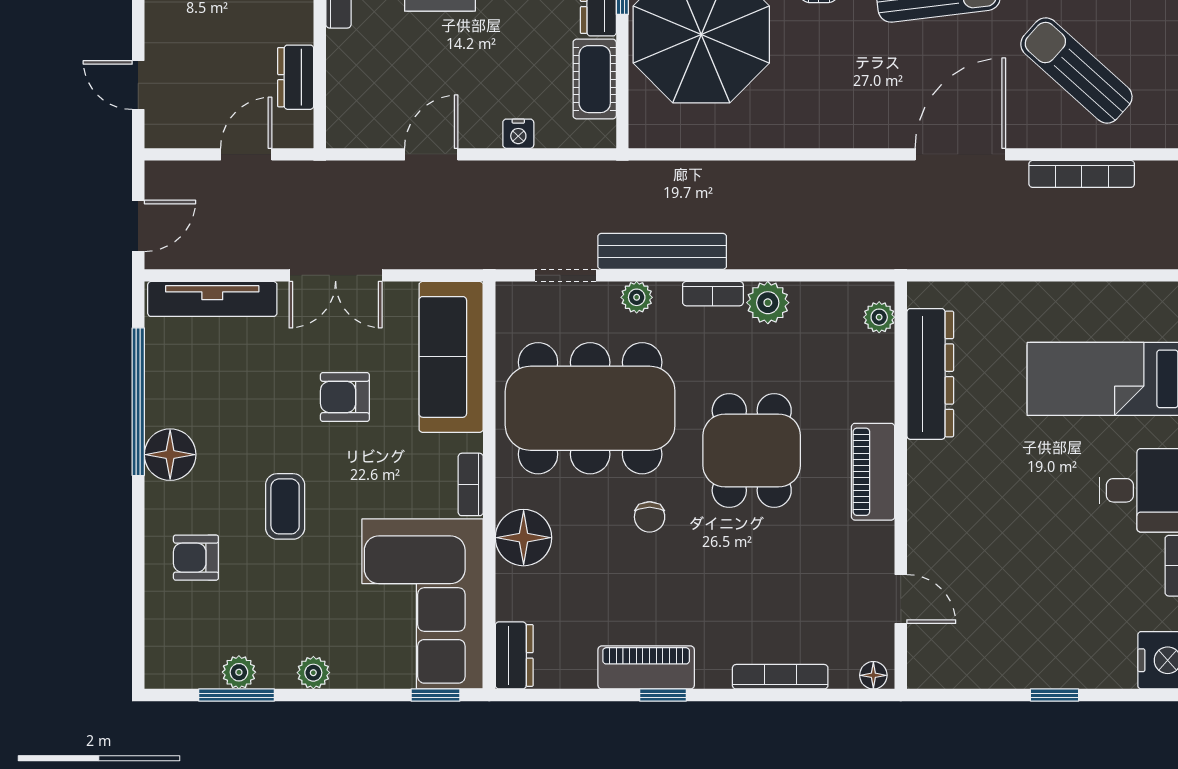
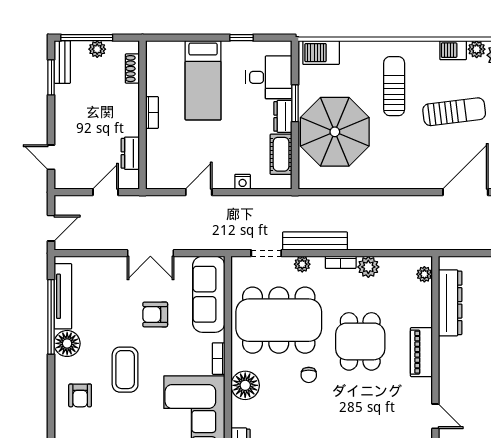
tv unit: (212, 299) -> (63, 296), moved, turned -90
coffee table: (285, 506) -> (125, 370), width x1.36, depth x1.30
armchair: (196, 558) -> (80, 395), turned -90

